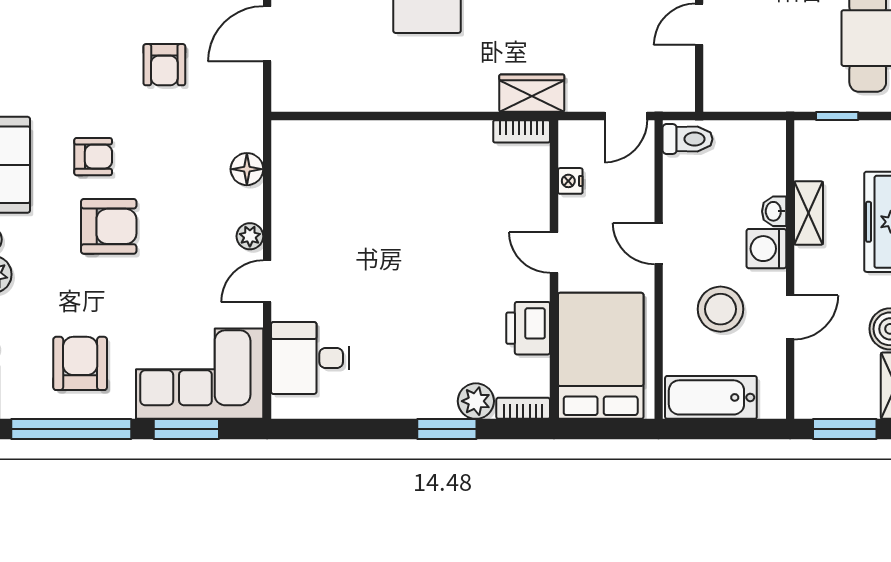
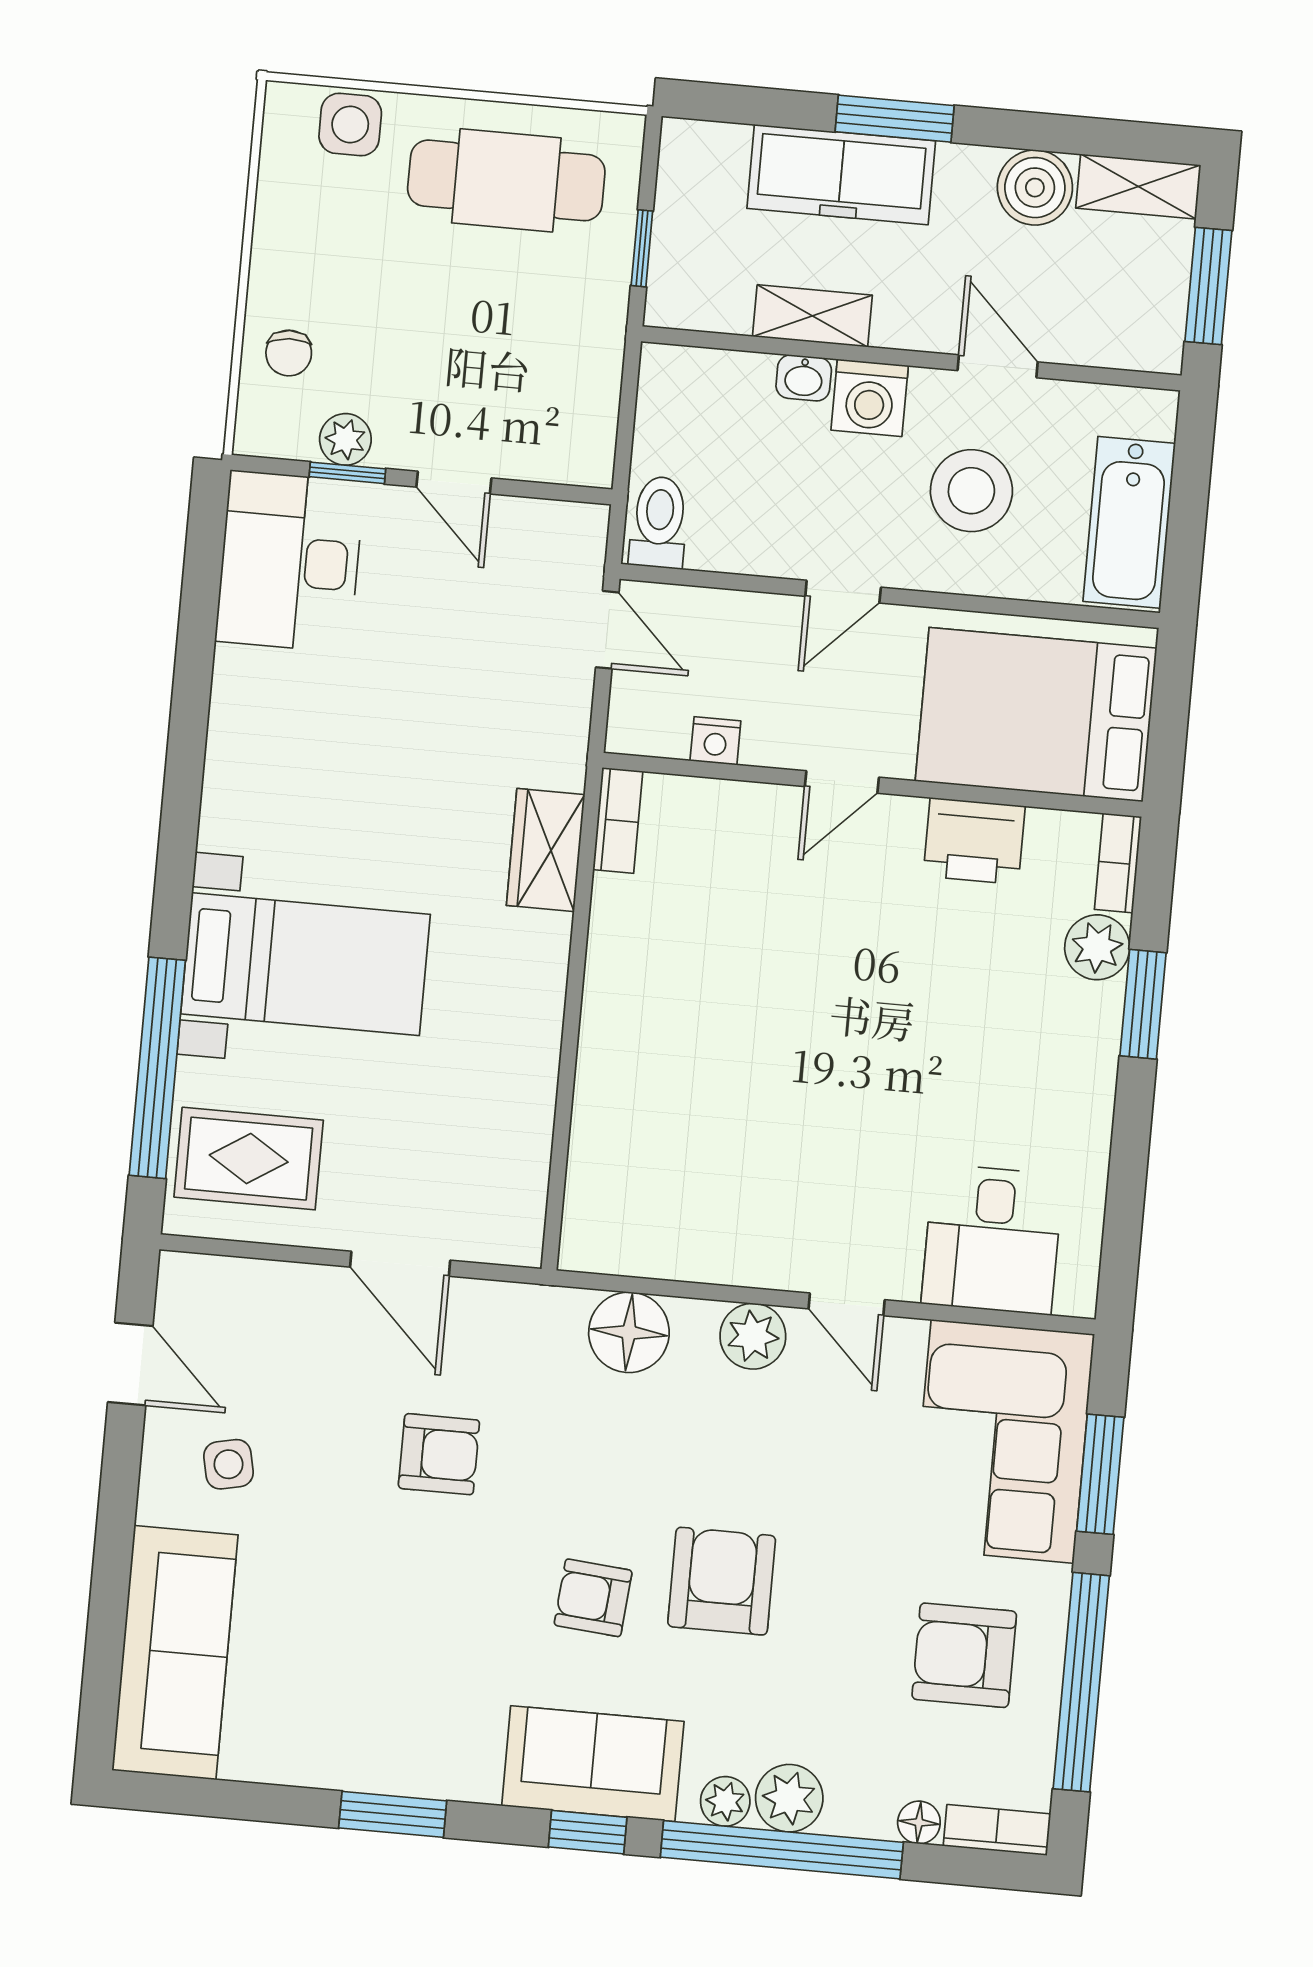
wardrobe: (532, 93) -> (546, 850), moved
armchair: (93, 157) -> (593, 1598), turned -85
floor lamp: (247, 169) -> (629, 1332), width x1.38, depth x1.38
plant: (250, 236) -> (753, 1336), width x1.38, depth x1.38

